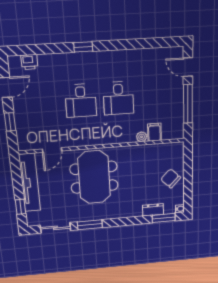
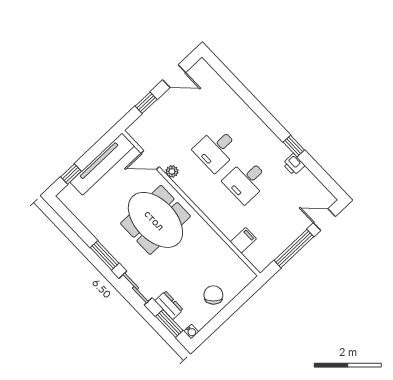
window: (83, 47) -> (294, 146), moved
printer: (29, 62) -> (294, 165), moved
door: (188, 67) -> (324, 220), hinge flipped
plant: (142, 137) -> (172, 171), moved
meeting table: (94, 177) -> (155, 220), turned 90
sliding door: (55, 228) -> (136, 288), moved

